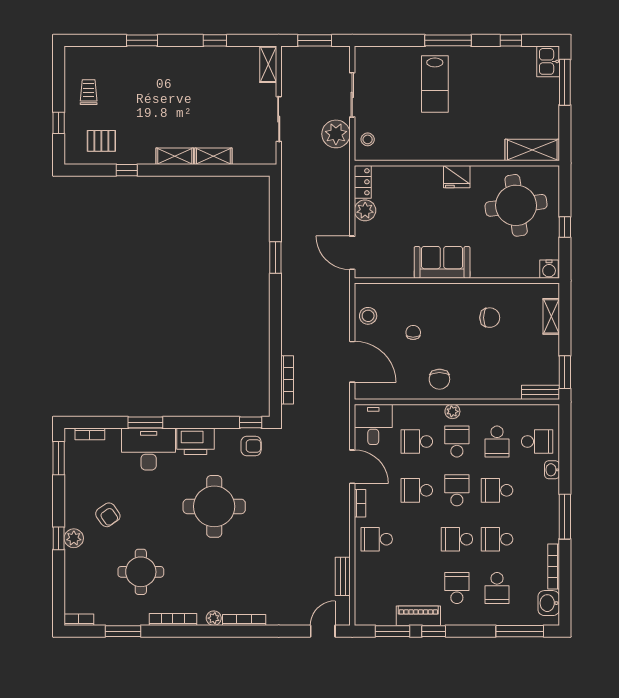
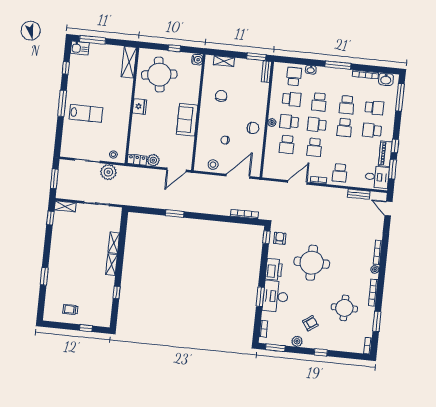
window: (215, 40) -> (50, 218), moved
pallet: (101, 141) -> (99, 305), removed
desk: (373, 424) -> (377, 177), moved, turned 180
plant: (74, 538) -> (297, 341), moved

